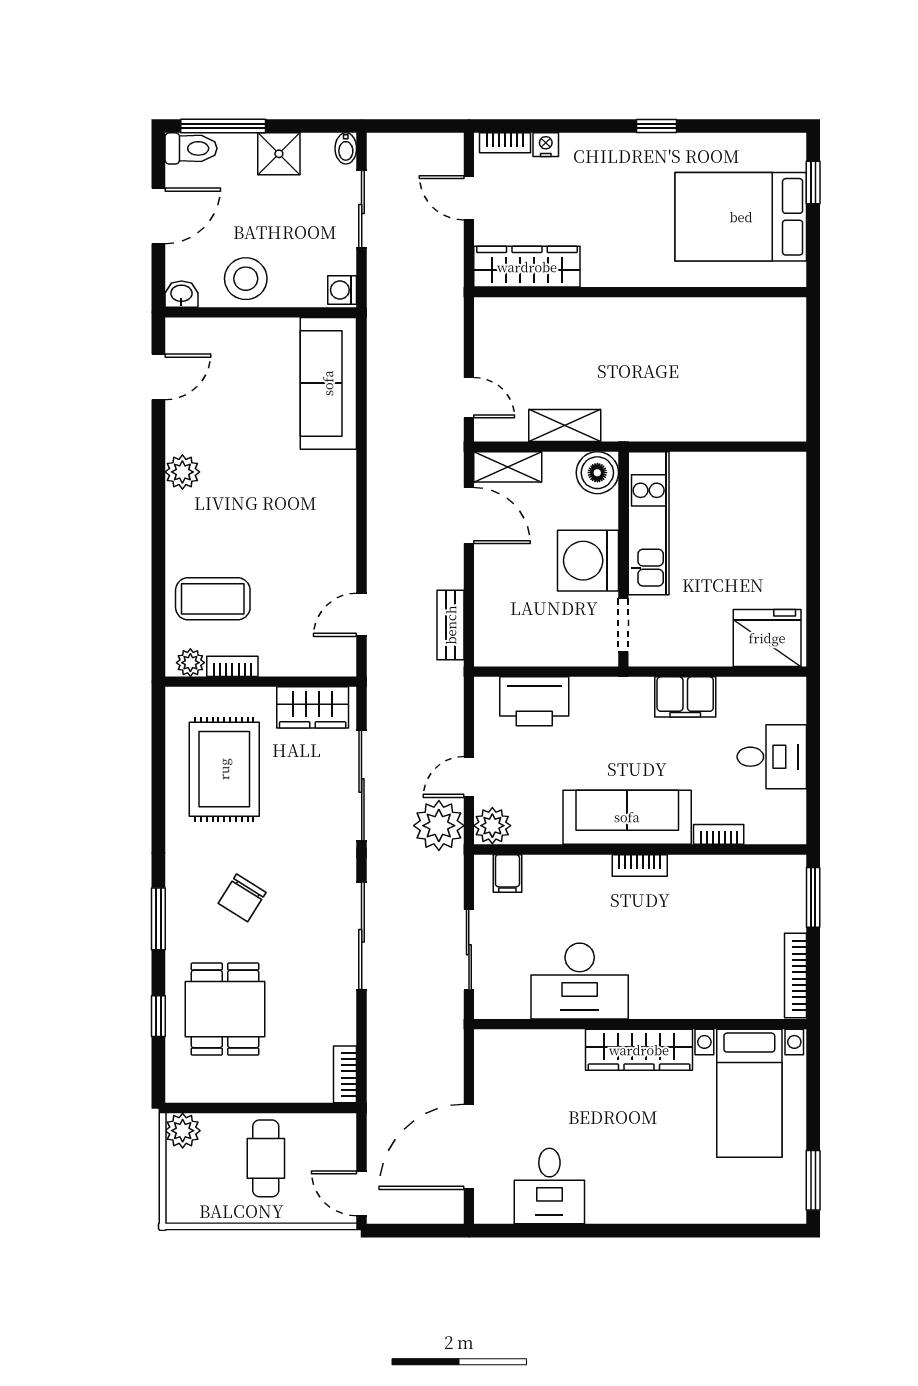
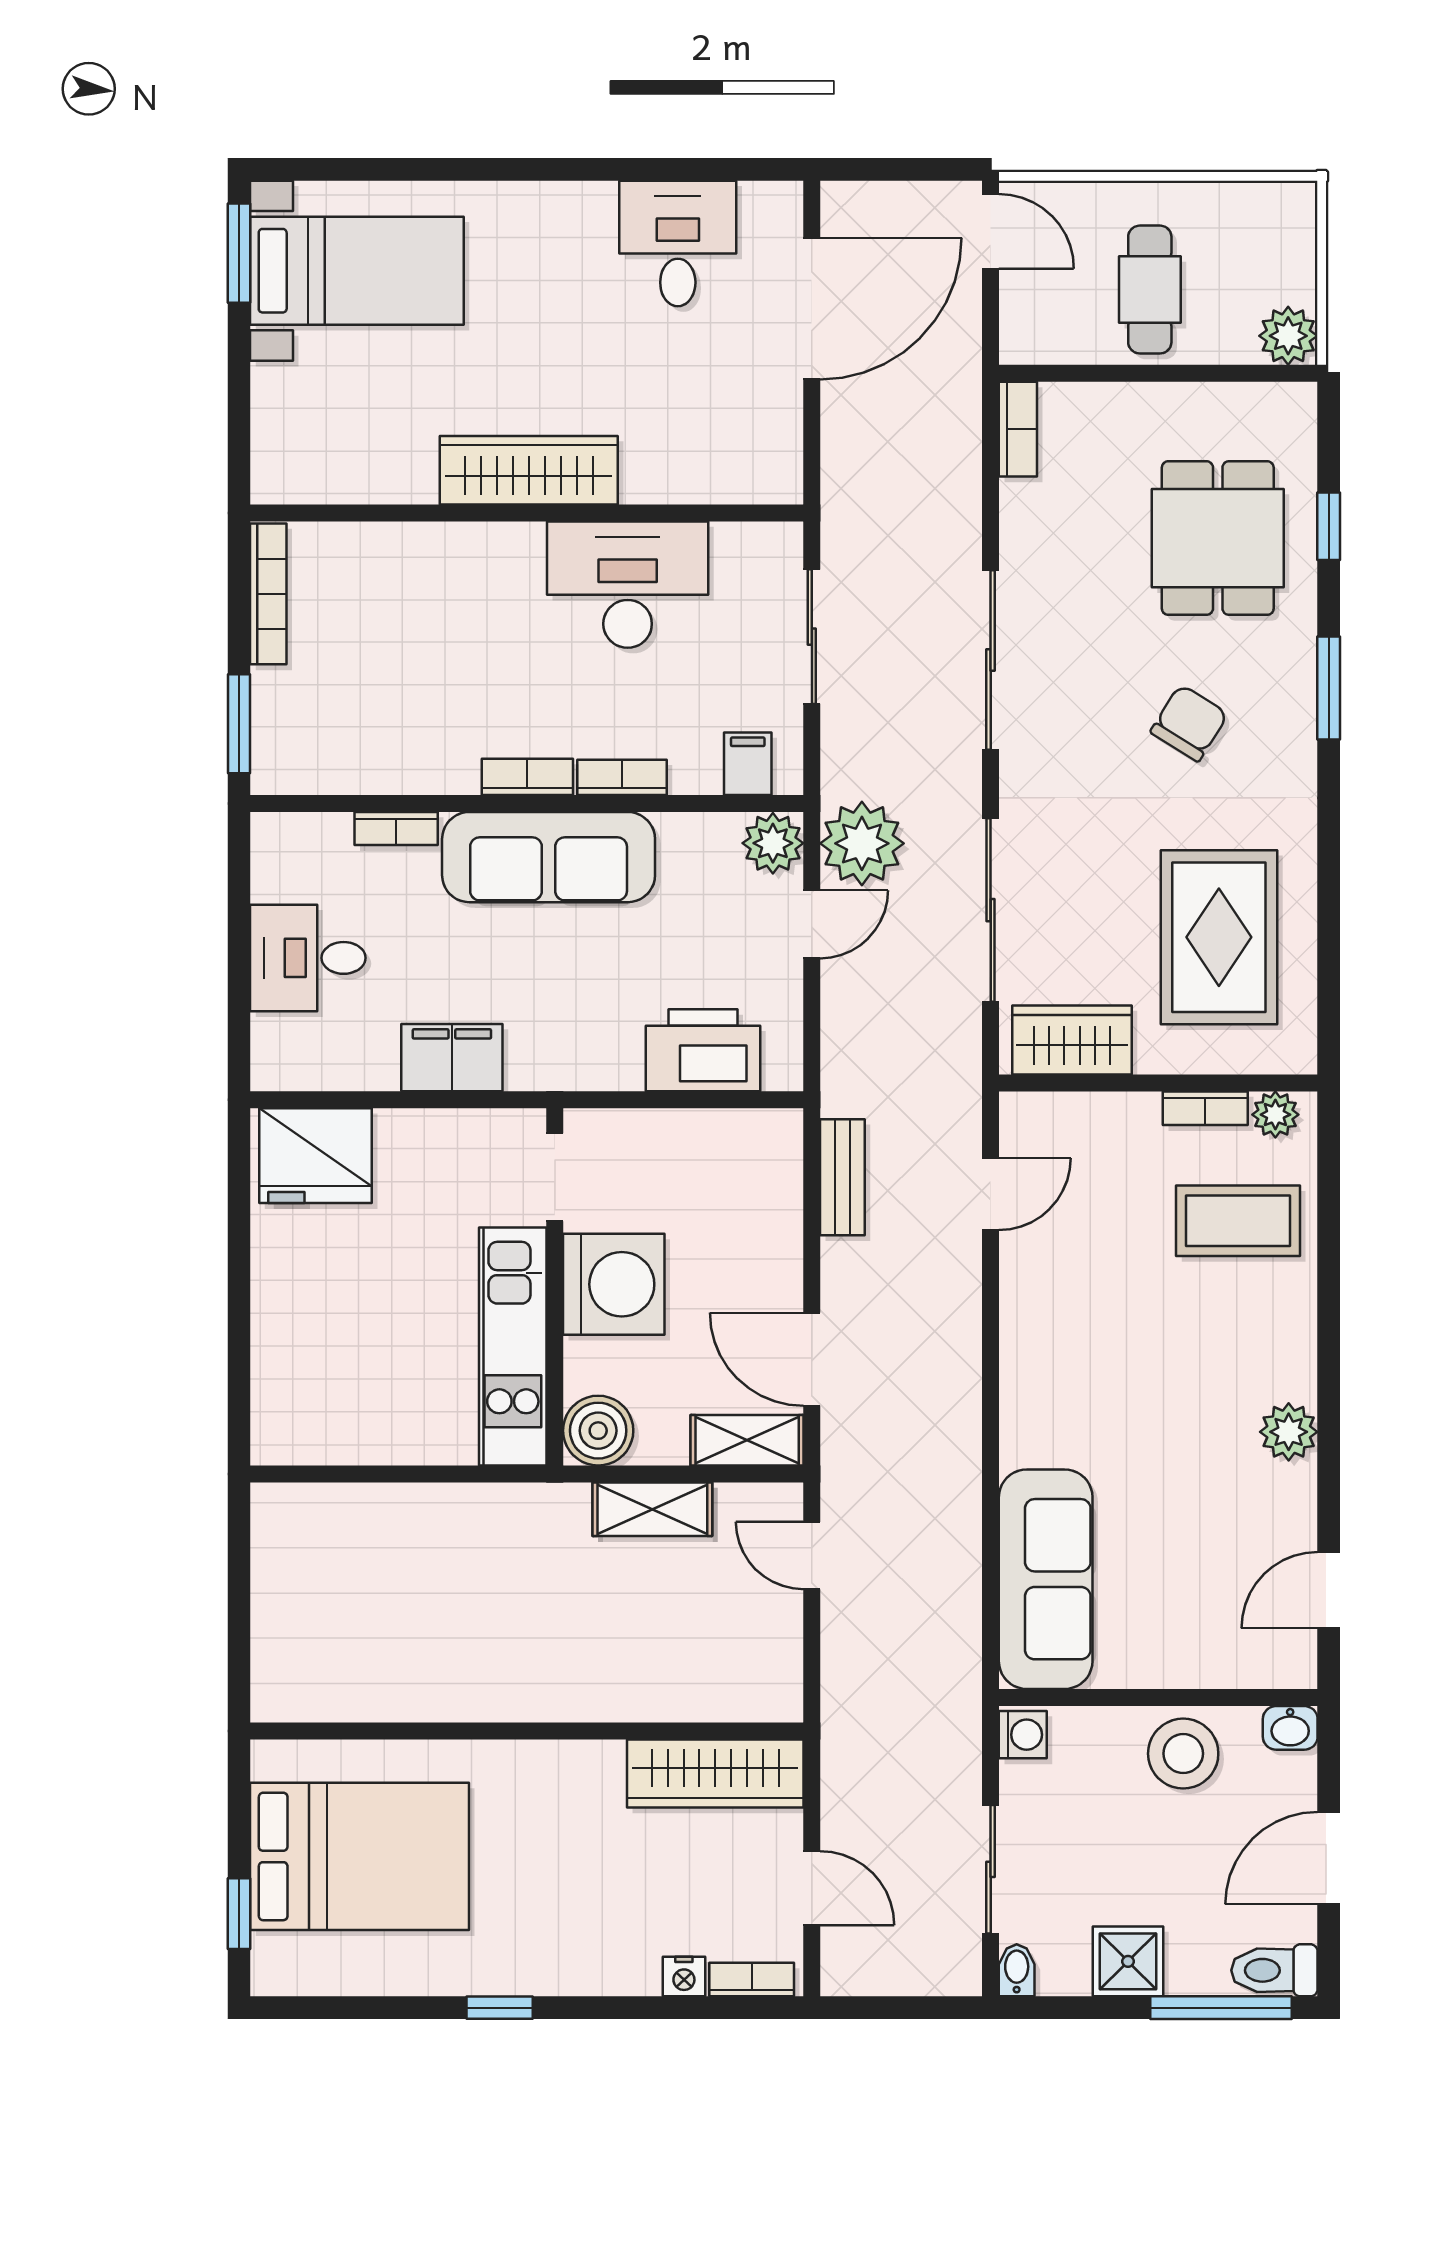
bookcase: (583, 865) -> (622, 777), added
bed with nightstands: (749, 1093) -> (357, 271), moved, turned 90

